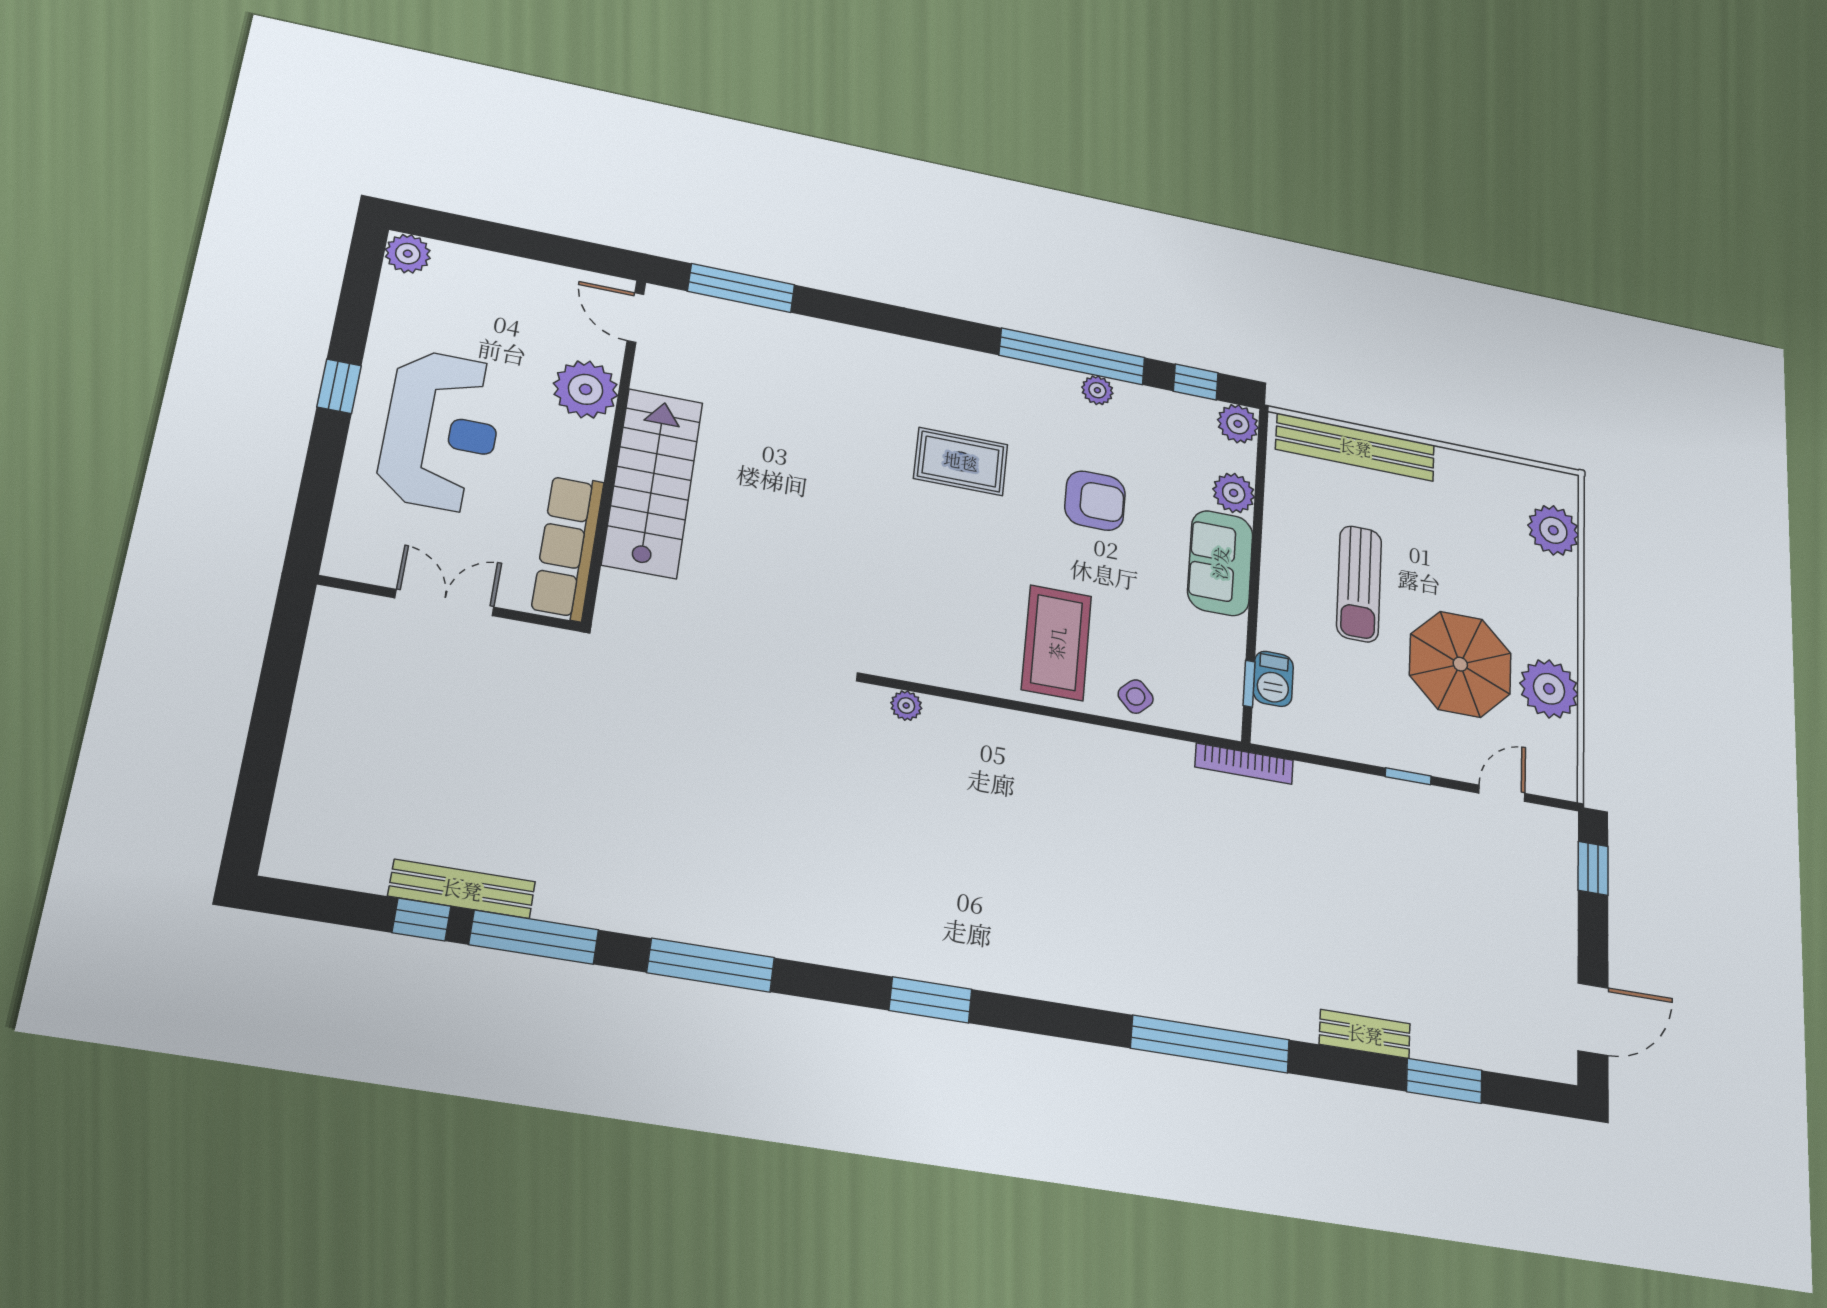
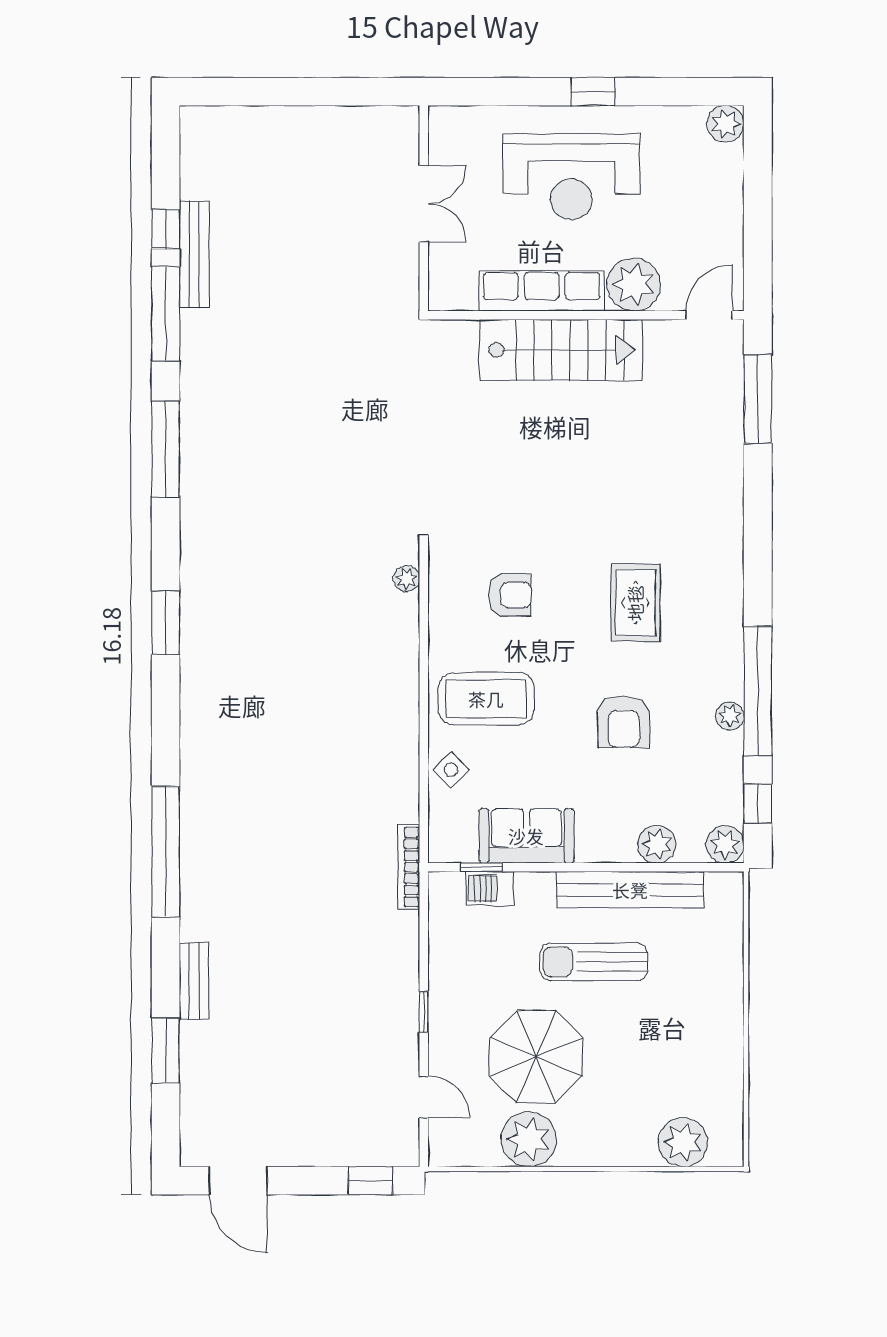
bench: (1355, 447) -> (630, 890), moved, turned 90
row of seats: (568, 547) -> (542, 291), moved
sofa: (1220, 563) -> (526, 836), moved
armchair: (938, 594) -> (510, 595), added

